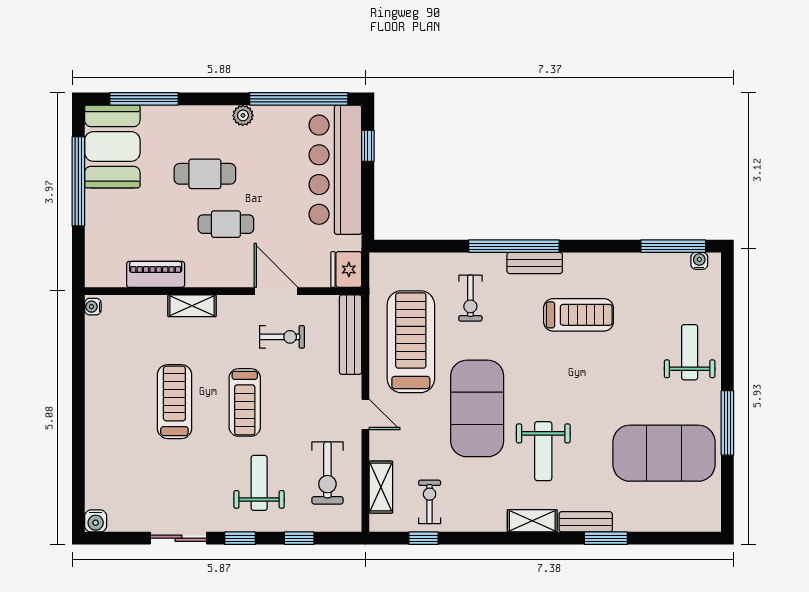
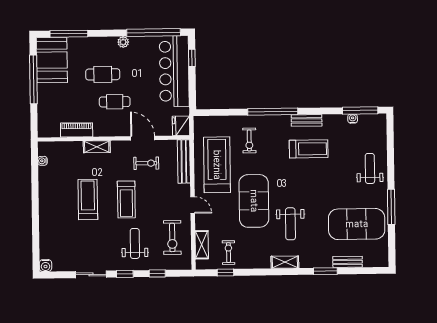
water cooler: (699, 261) -> (353, 119), moved
bench: (535, 263) -> (307, 120), moved
water cooler: (93, 307) -> (43, 161), moved
bench: (586, 522) -> (348, 262), moved

